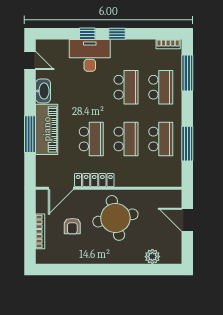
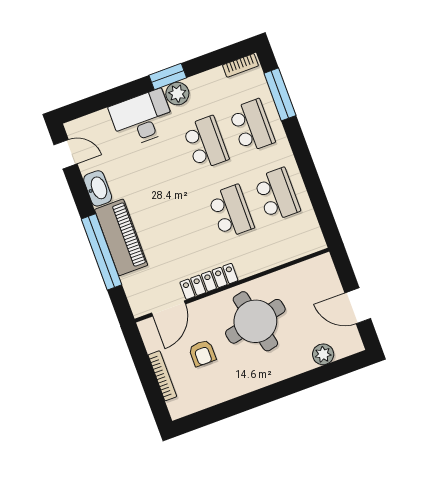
window: (87, 34) -> (128, 91), removed
window: (117, 34) -> (168, 77), width x1.50
plant: (119, 47) -> (177, 94), added
window: (30, 134) -> (101, 252), width x1.46
school desk: (91, 139) -> (185, 228), removed
window: (187, 144) -> (314, 188), removed
door: (187, 220) -> (358, 306), moved

